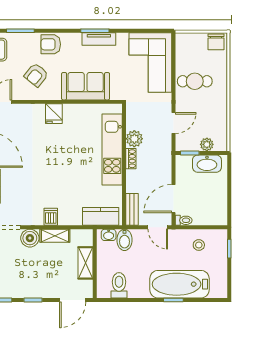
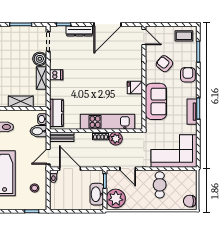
fridge: (54, 114) -> (135, 88), moved
plant: (207, 144) -> (116, 198), width x1.87, depth x1.87

